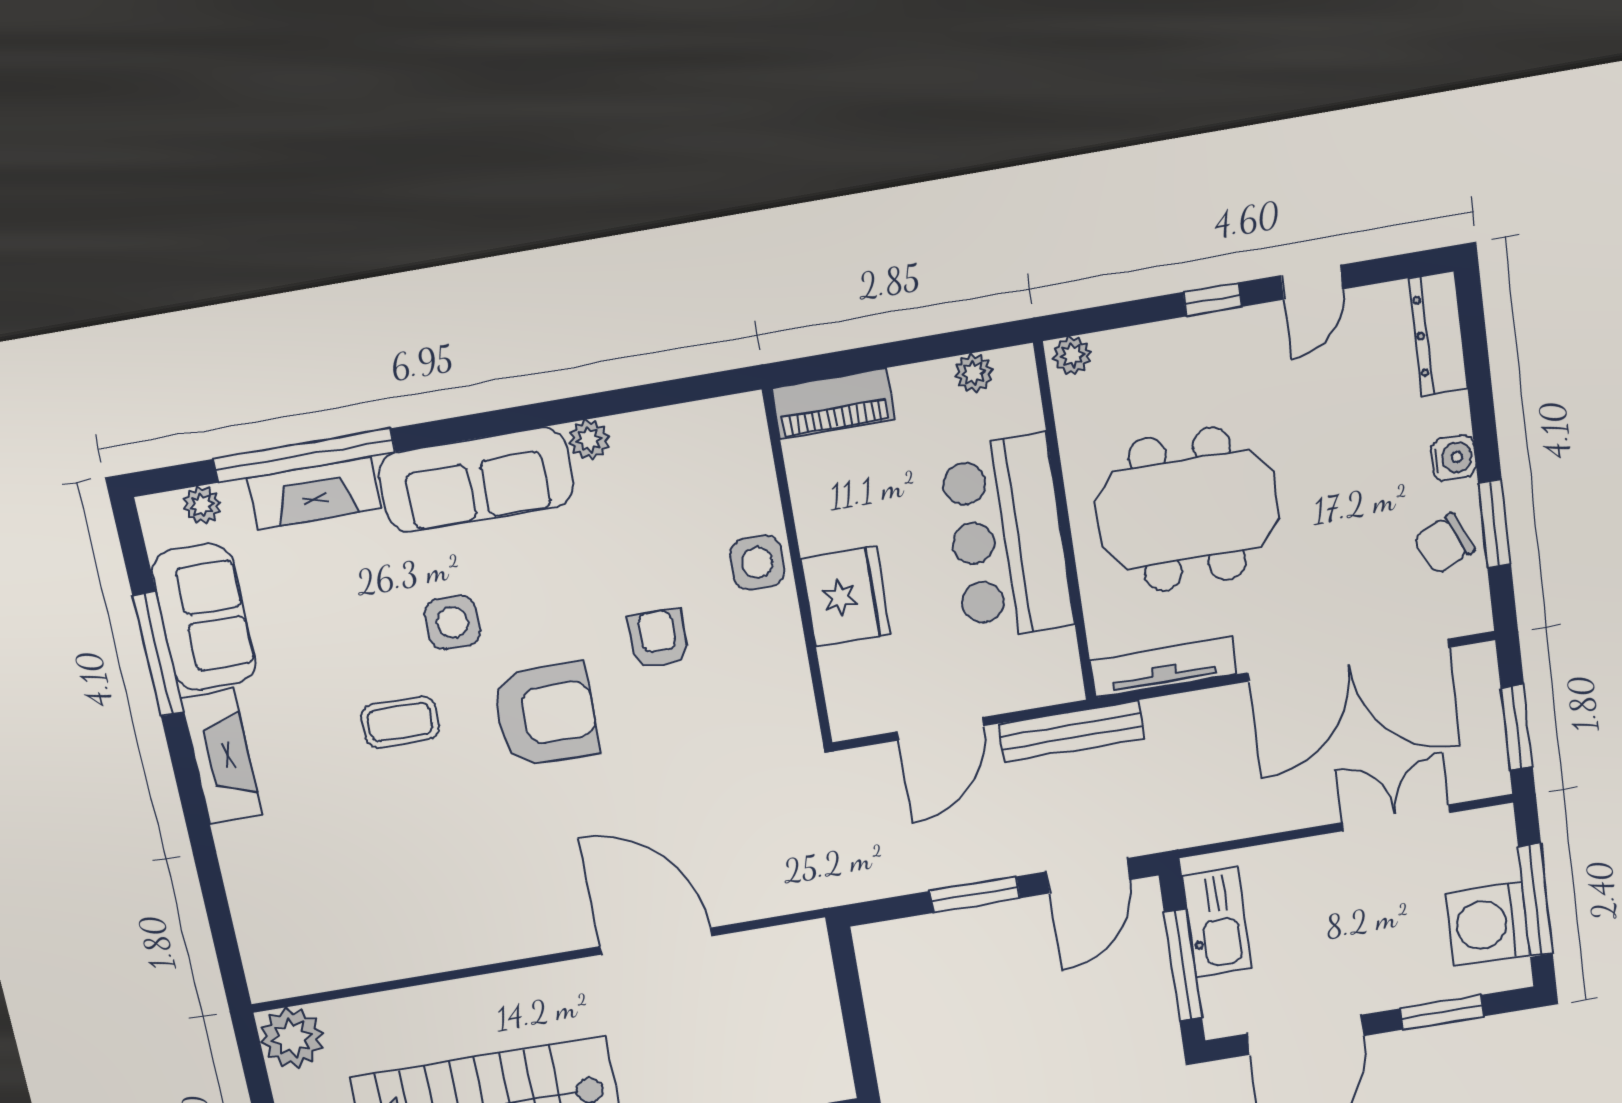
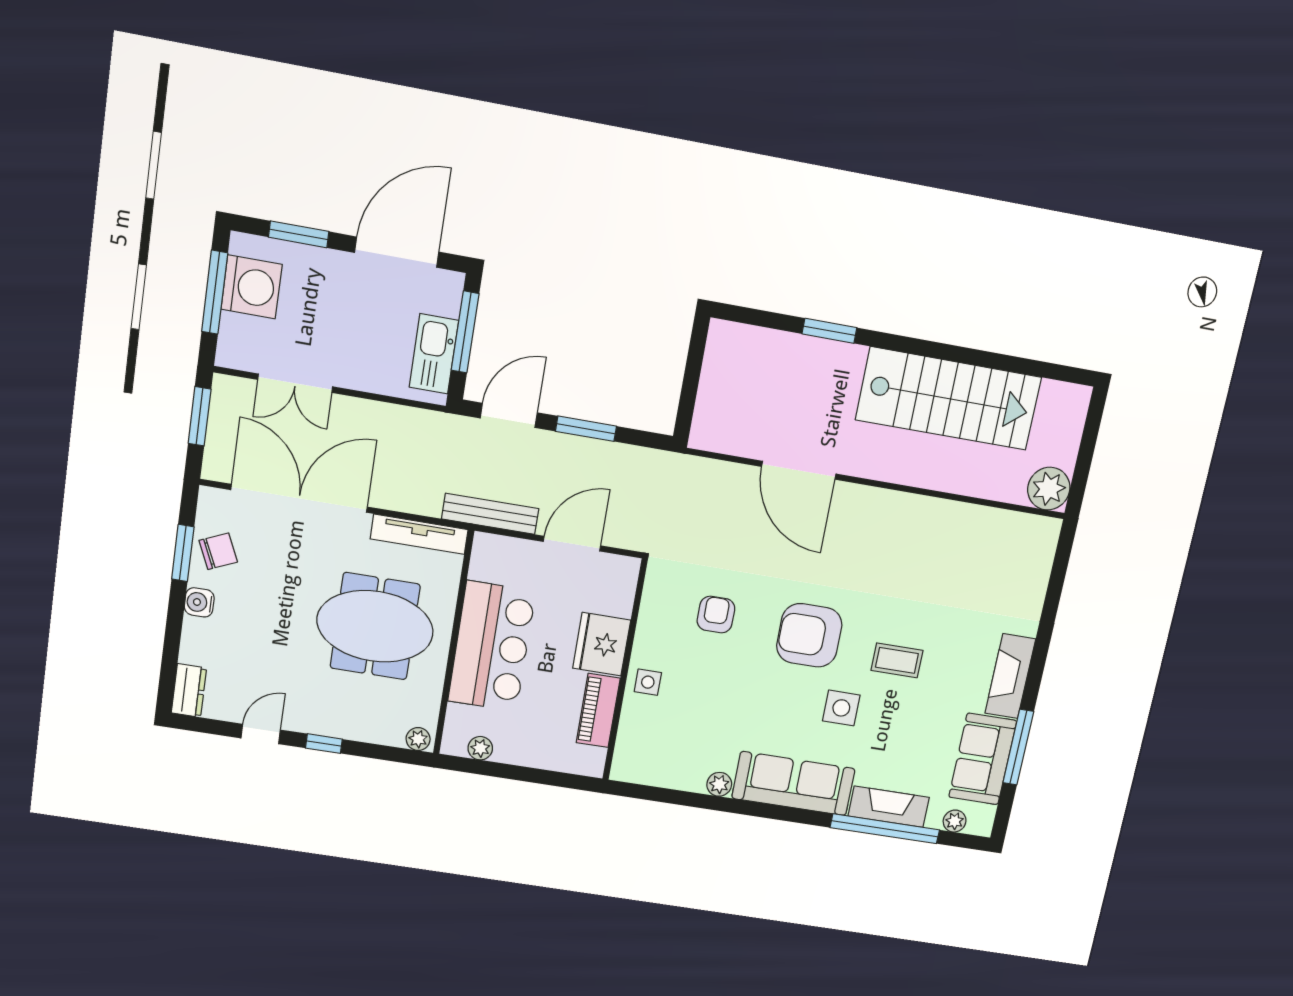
dresser: (1438, 333) -> (189, 690), width x0.70
piano: (833, 404) -> (598, 710), moved, turned -90
side table: (757, 563) -> (648, 682), width x0.73, depth x0.73
armchair: (658, 639) -> (716, 615), moved, turned 180

